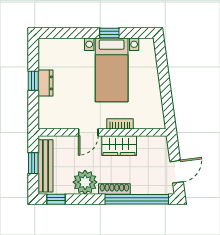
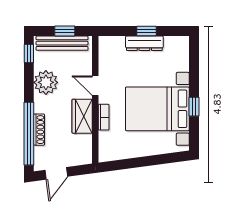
bed with nightstands: (112, 70) -> (157, 109), width x1.36
dresser: (46, 83) -> (144, 43), width x1.44
door: (177, 172) -> (56, 173), hinge flipped
shoe rack: (114, 189) -> (39, 130), moved

